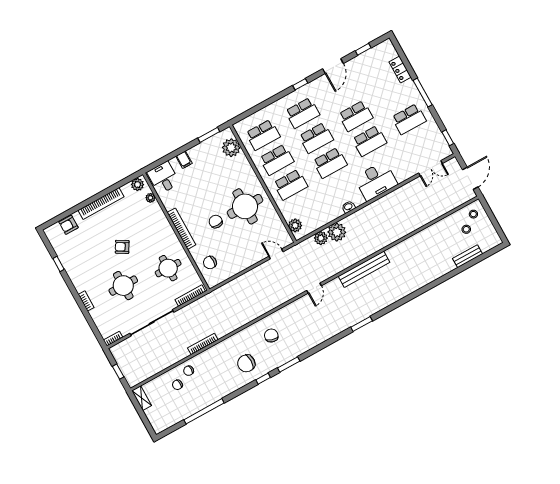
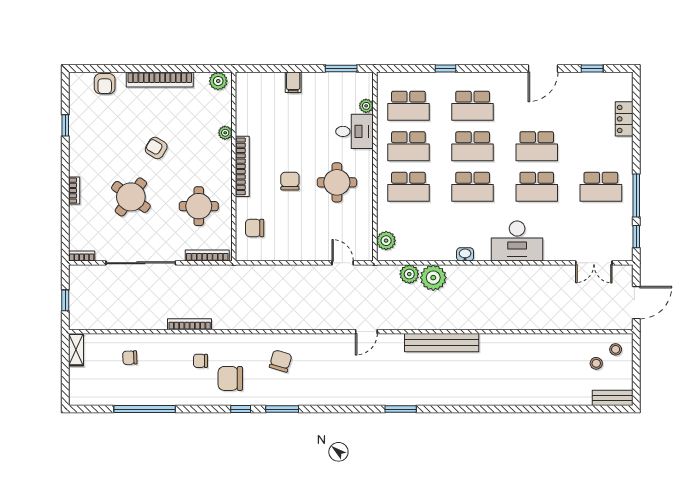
window: (300, 84) -> (445, 69), moved
window: (423, 93) -> (636, 196), moved
plant: (231, 148) -> (366, 106), width x0.53, depth x0.53
desk: (163, 178) -> (354, 131), moved, turned 90
plant: (150, 198) -> (225, 133), moved
round table: (245, 206) -> (337, 182), width x0.73, depth x0.73
armchair: (69, 225) -> (105, 84), turned -90
bench: (468, 256) -> (613, 398), moved
round table: (123, 286) -> (131, 197), turned 36
chair: (189, 371) -> (200, 361), moved

